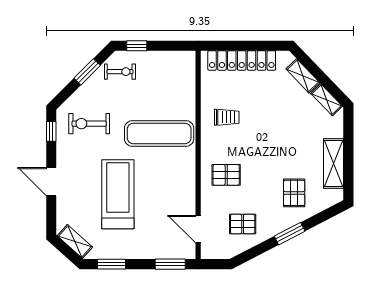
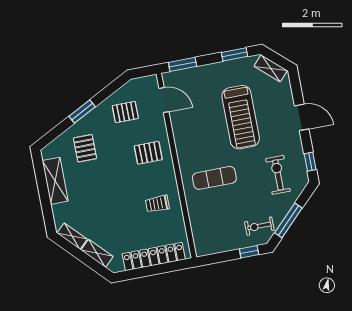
window: (87, 72) -> (288, 220), width x1.44
exercise bike: (89, 124) -> (278, 175), turned -90
exercise mat: (159, 134) -> (214, 178), width x0.73, depth x0.69

